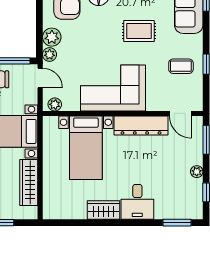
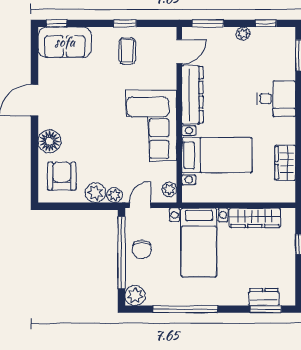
rug: (139, 31) -> (89, 97), removed
wardrobe: (104, 210) -> (285, 163), moved

